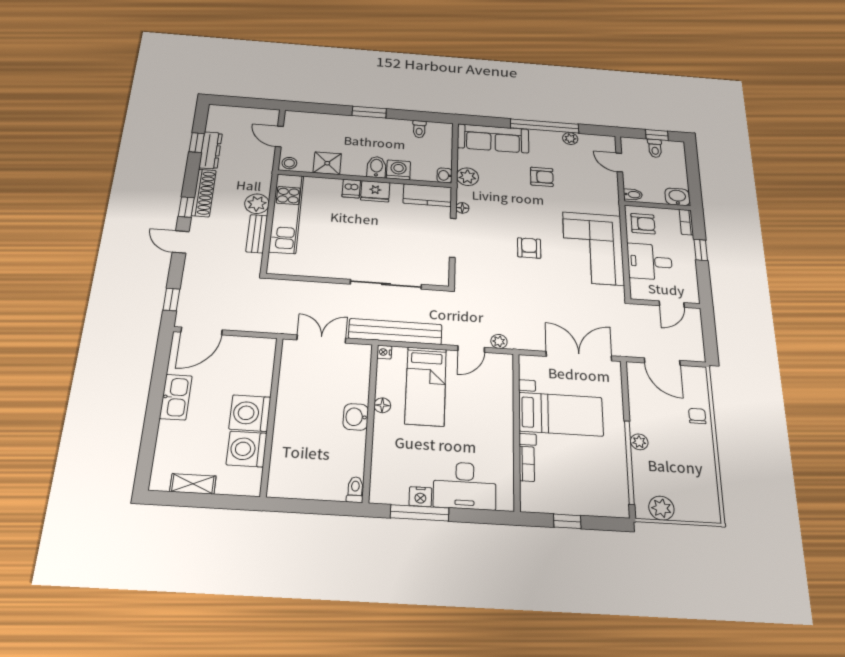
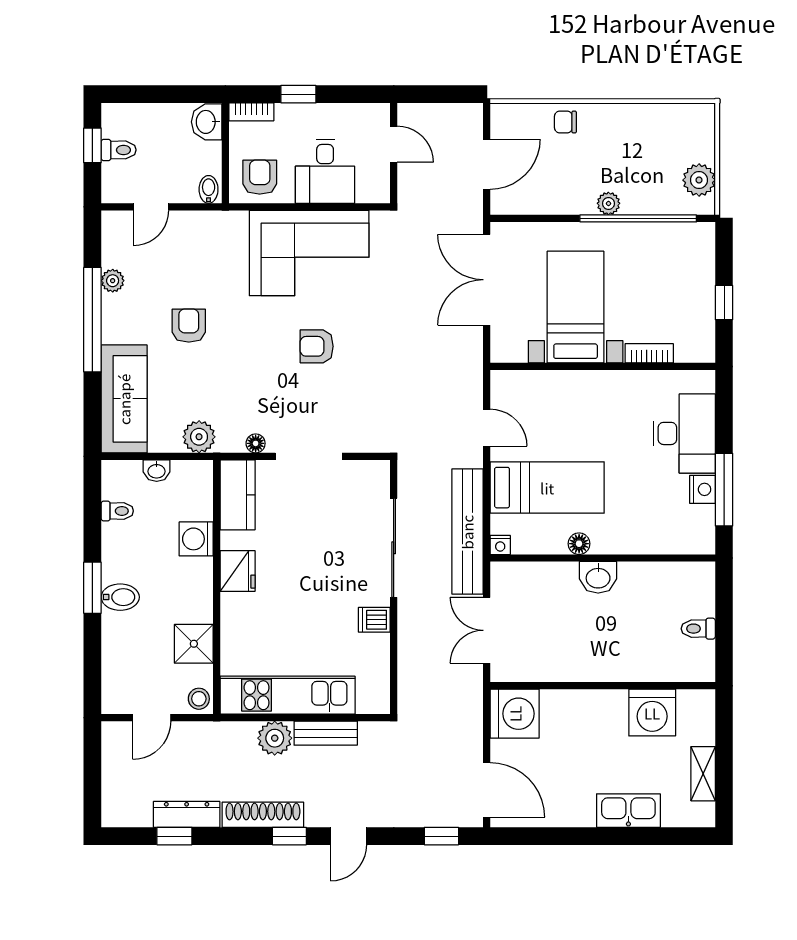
bidet: (376, 167) -> (120, 597), moved, turned 180
washbasin: (445, 175) -> (157, 471), moved
dishwasher: (351, 189) -> (374, 620), moved, turned 180
plant: (499, 341) -> (472, 390), removed
kitchen sink: (176, 397) -> (628, 811), moved
washing machine: (250, 413) -> (515, 714), moved, turned -90
toilet: (355, 490) -> (698, 629), moved

